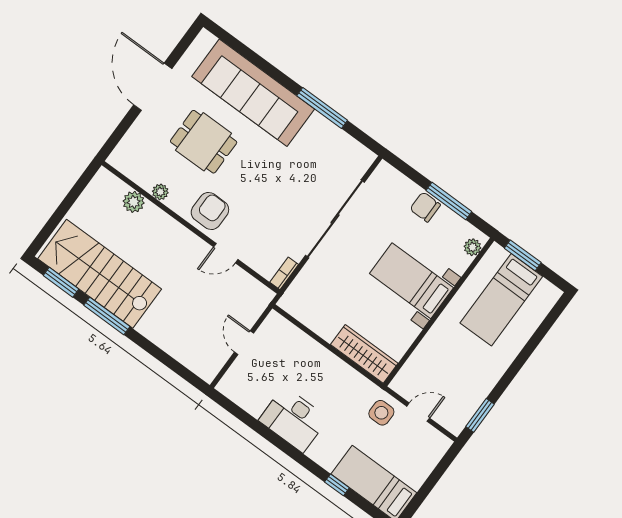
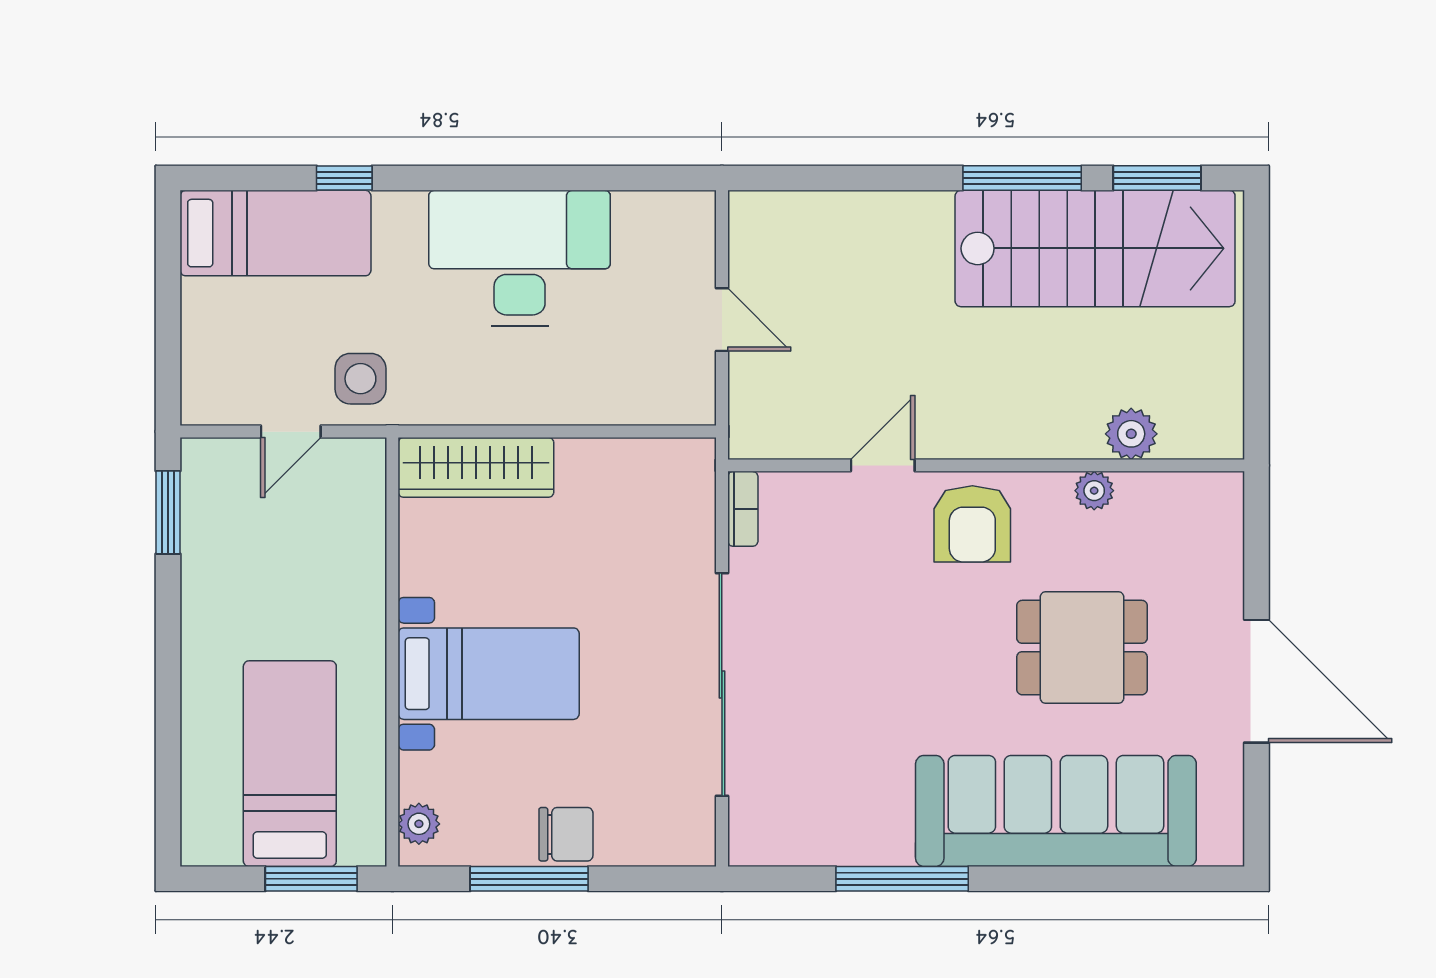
desk: (293, 419) -> (520, 258), width x1.36, depth x1.30

